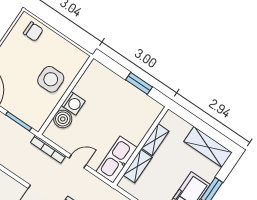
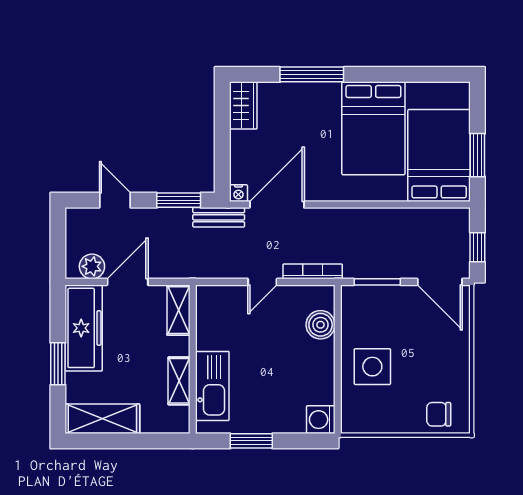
washing machine: (73, 103) -> (321, 420), moved
kitchen sink: (117, 160) -> (212, 386), moved
shelving: (138, 166) -> (178, 310), moved

